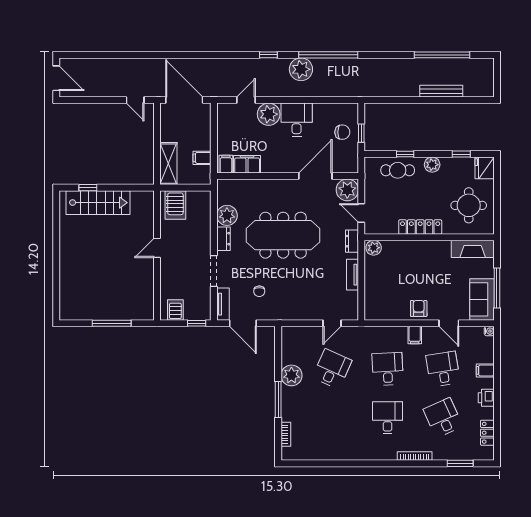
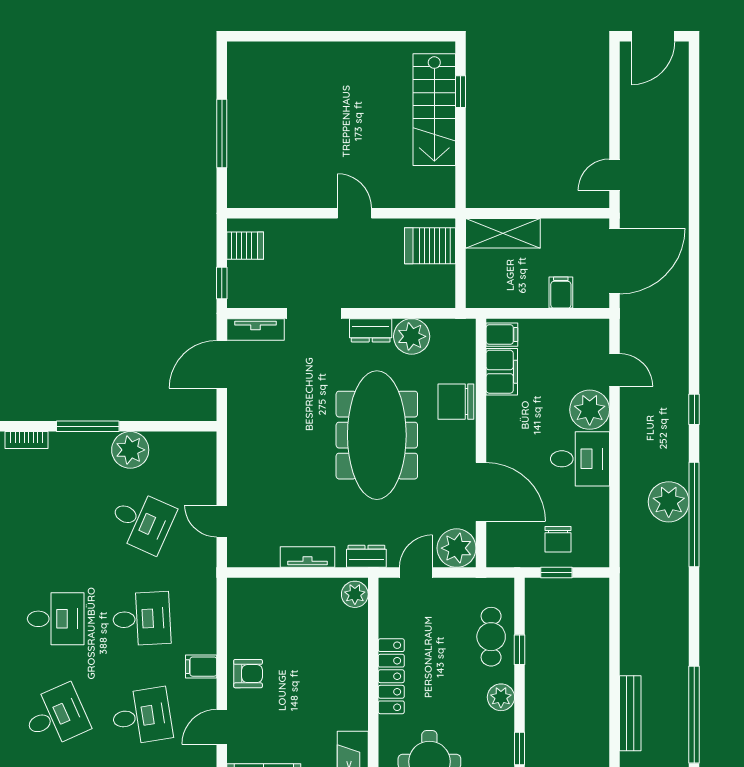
plant: (301, 69) -> (669, 502), moved
filing cabinet: (202, 158) -> (561, 293), moved
chair: (259, 291) -> (456, 402), moved, width x1.87, depth x1.87

